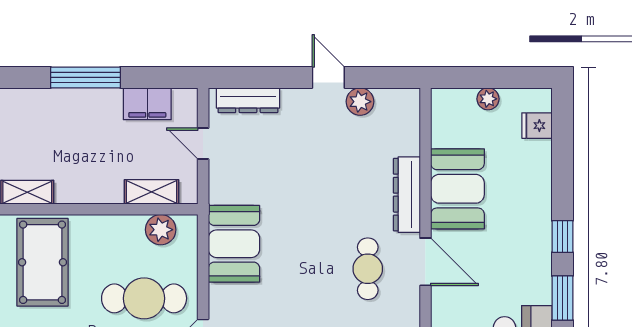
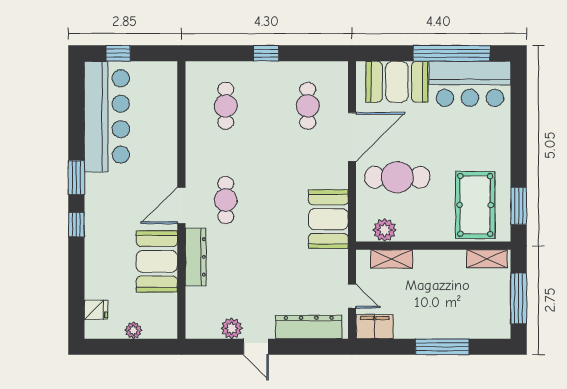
dresser: (248, 100) -> (309, 327), width x1.37, depth x1.24
filing cabinet: (147, 104) -> (375, 327), moved
door: (425, 262) -> (181, 205), hinge flipped

